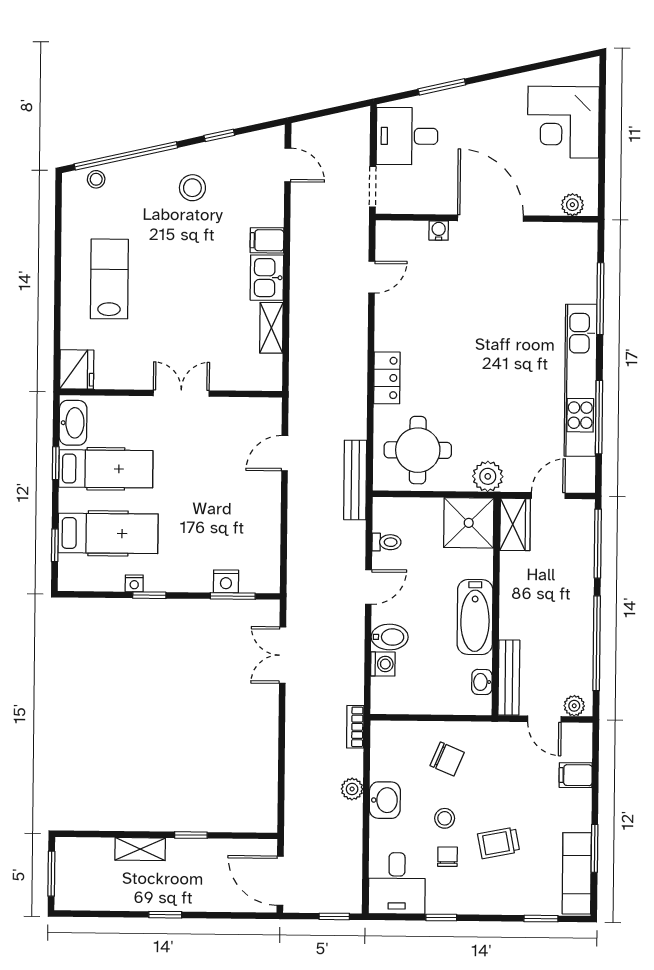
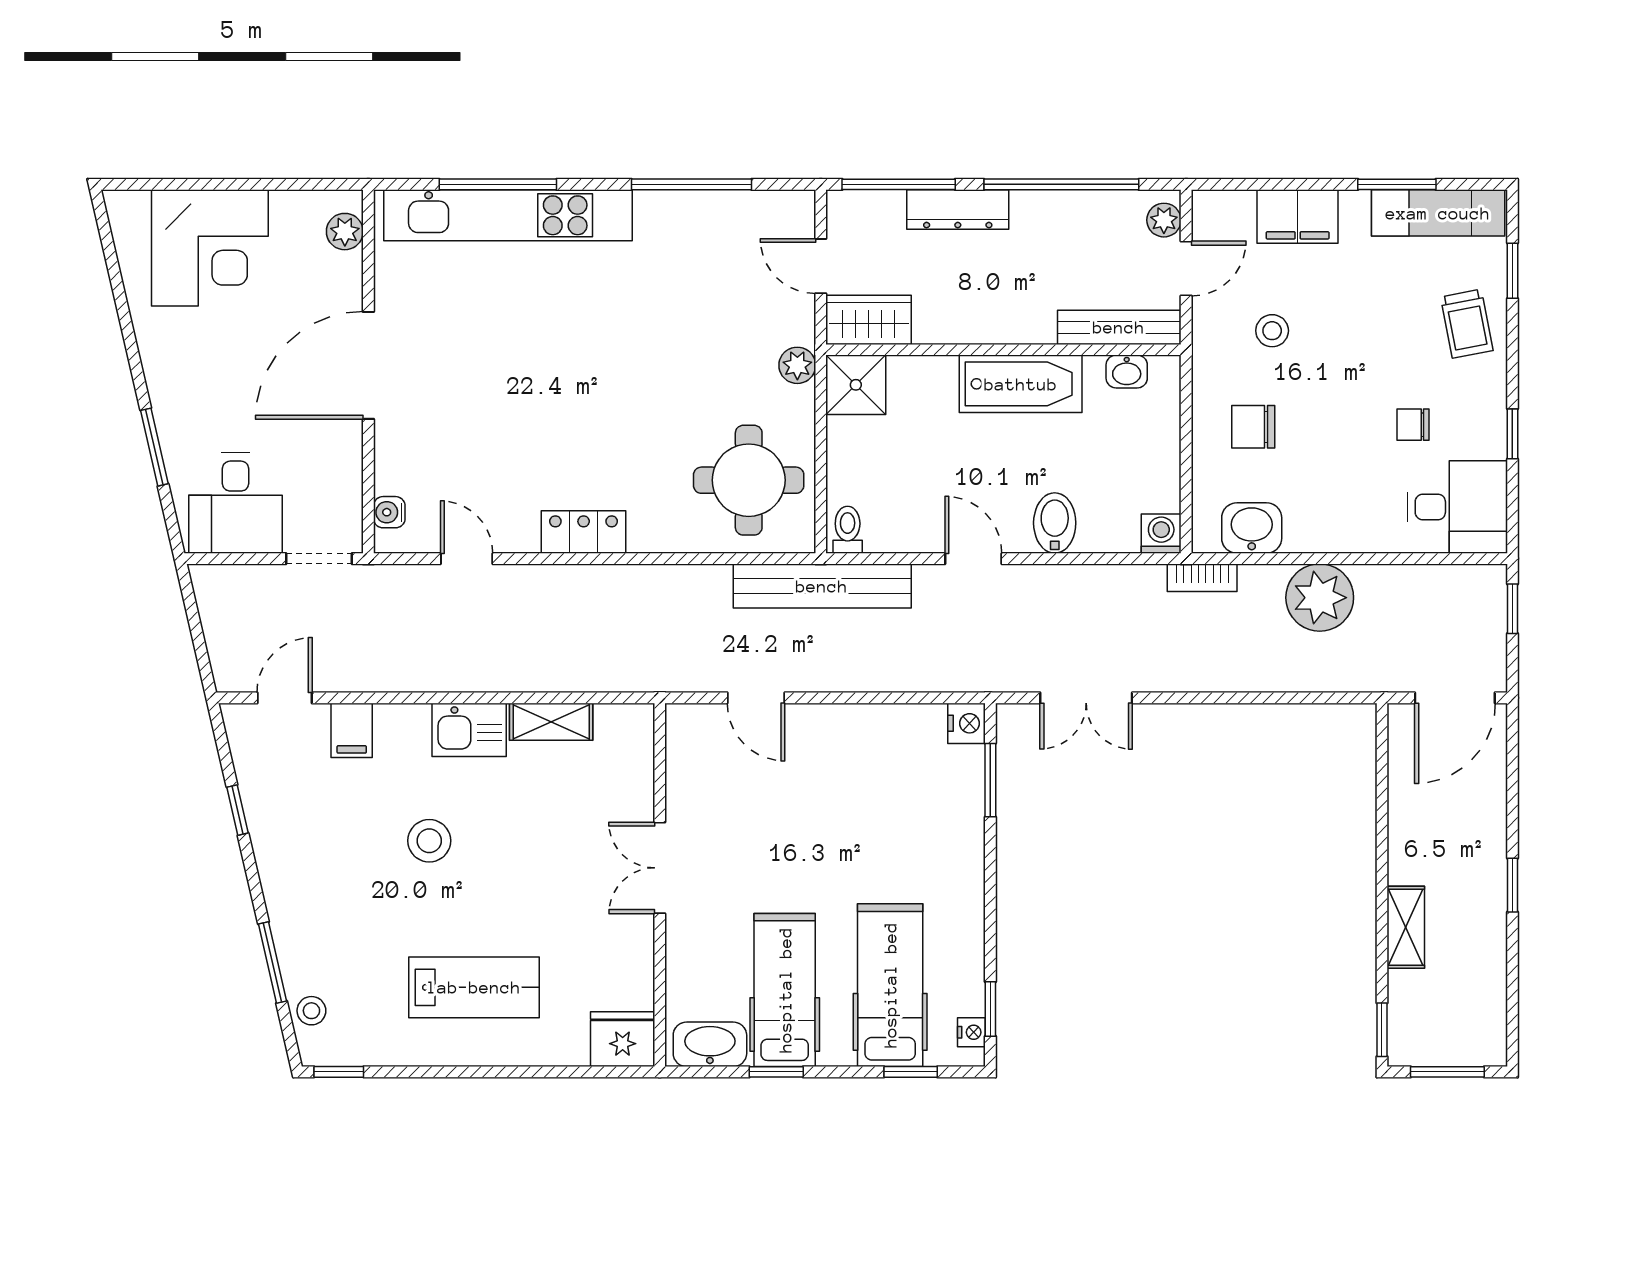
window: (126, 156) -> (272, 962), width x0.47
stool: (192, 188) -> (429, 841), moved
window: (59, 196) -> (339, 1072), added
water cooler: (439, 230) -> (389, 512), moved
filing cabinet: (267, 240) -> (352, 730), moved
lab bench: (109, 279) -> (474, 987), turned 180
locker: (387, 378) -> (584, 532), moved
kitchen unit: (581, 380) -> (508, 215), moved
plant: (488, 476) -> (797, 365), width x0.73, depth x0.73
bench: (355, 480) -> (822, 586), width x1.37, depth x1.21
shower: (469, 523) -> (856, 385), width x0.73, depth x0.73
toilet: (387, 542) -> (848, 530), moved
dresser: (582, 580) -> (958, 210), added
nightstand: (226, 581) -> (967, 723), moved
nightstand: (134, 583) -> (971, 1032), moved
window: (149, 595) -> (990, 1009), moved
washing machine: (383, 664) -> (1161, 534), moved
chair: (447, 759) -> (1253, 427), turned -113
filing cabinet: (576, 775) -> (1298, 217), width x2.00
plant: (352, 789) -> (1320, 598), width x1.88, depth x1.88
washbasin: (385, 800) -> (1252, 528), moved
stool: (445, 818) -> (1272, 331), moved
window: (191, 835) -> (1382, 1030), moved
trolley: (499, 843) -> (1467, 324), moved

